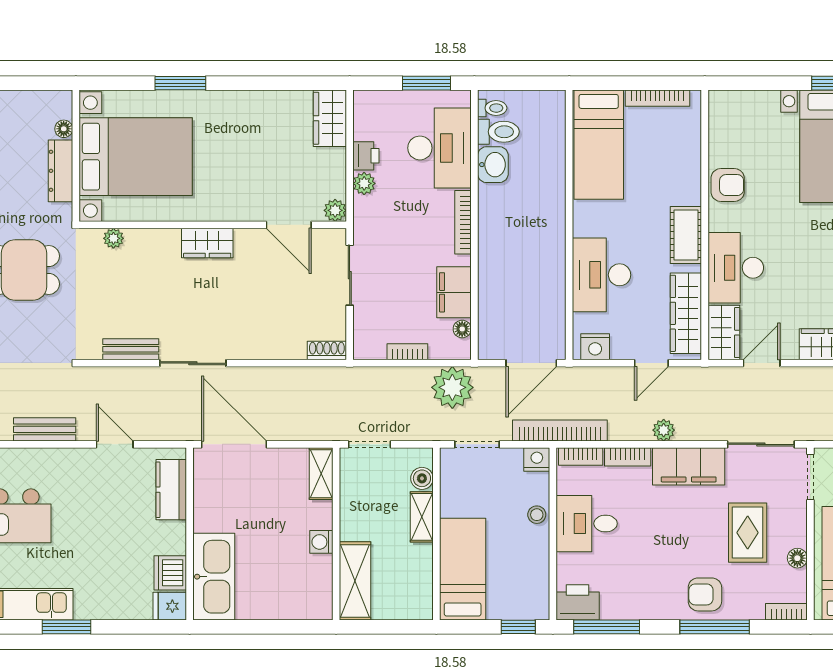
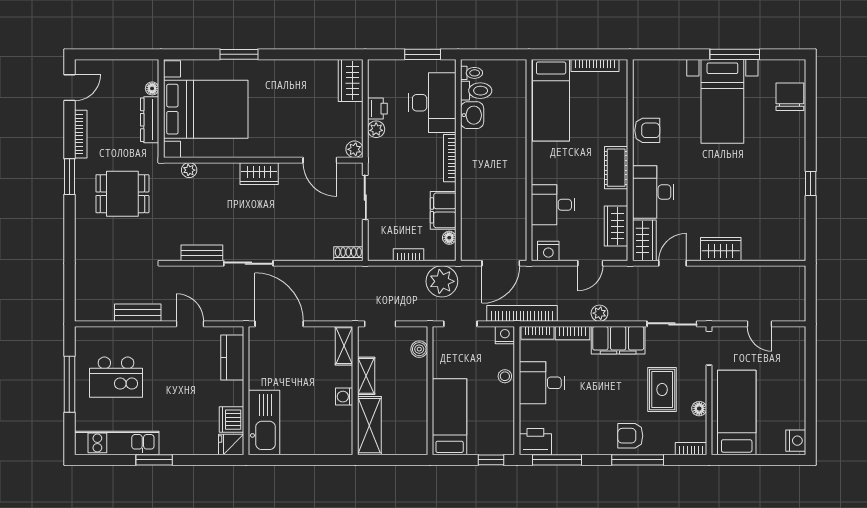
desk: (602, 275) -> (553, 205), width x0.73
wardrobe: (686, 313) -> (616, 226), width x0.67
shelving: (422, 517) -> (366, 376), moved

